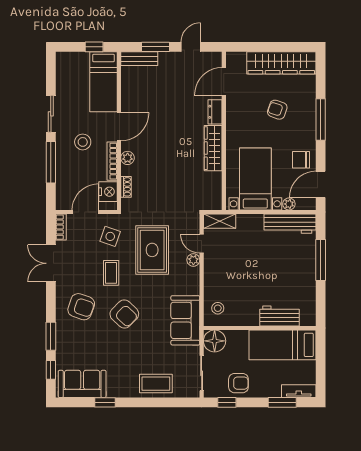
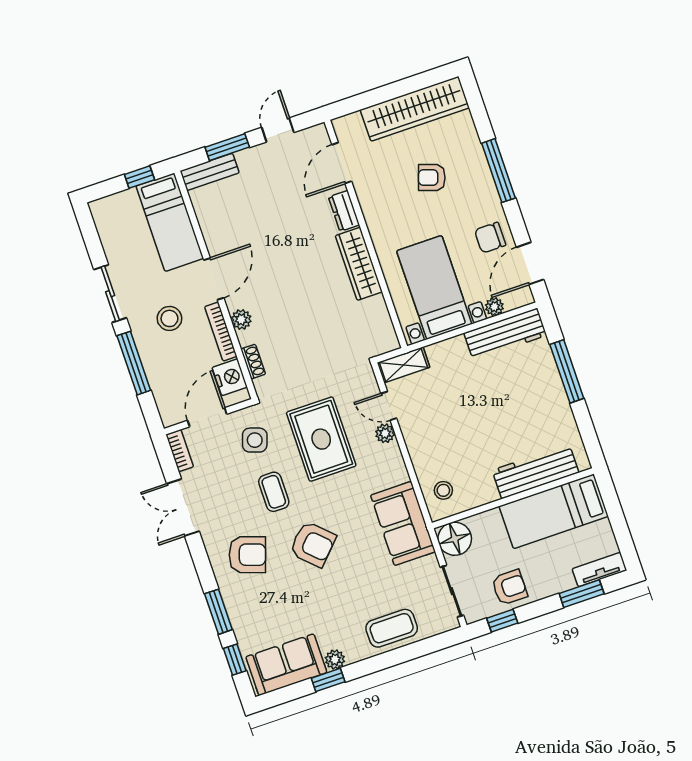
workbench: (279, 316) -> (535, 471), width x1.38
plant: (114, 391) -> (335, 660), added

